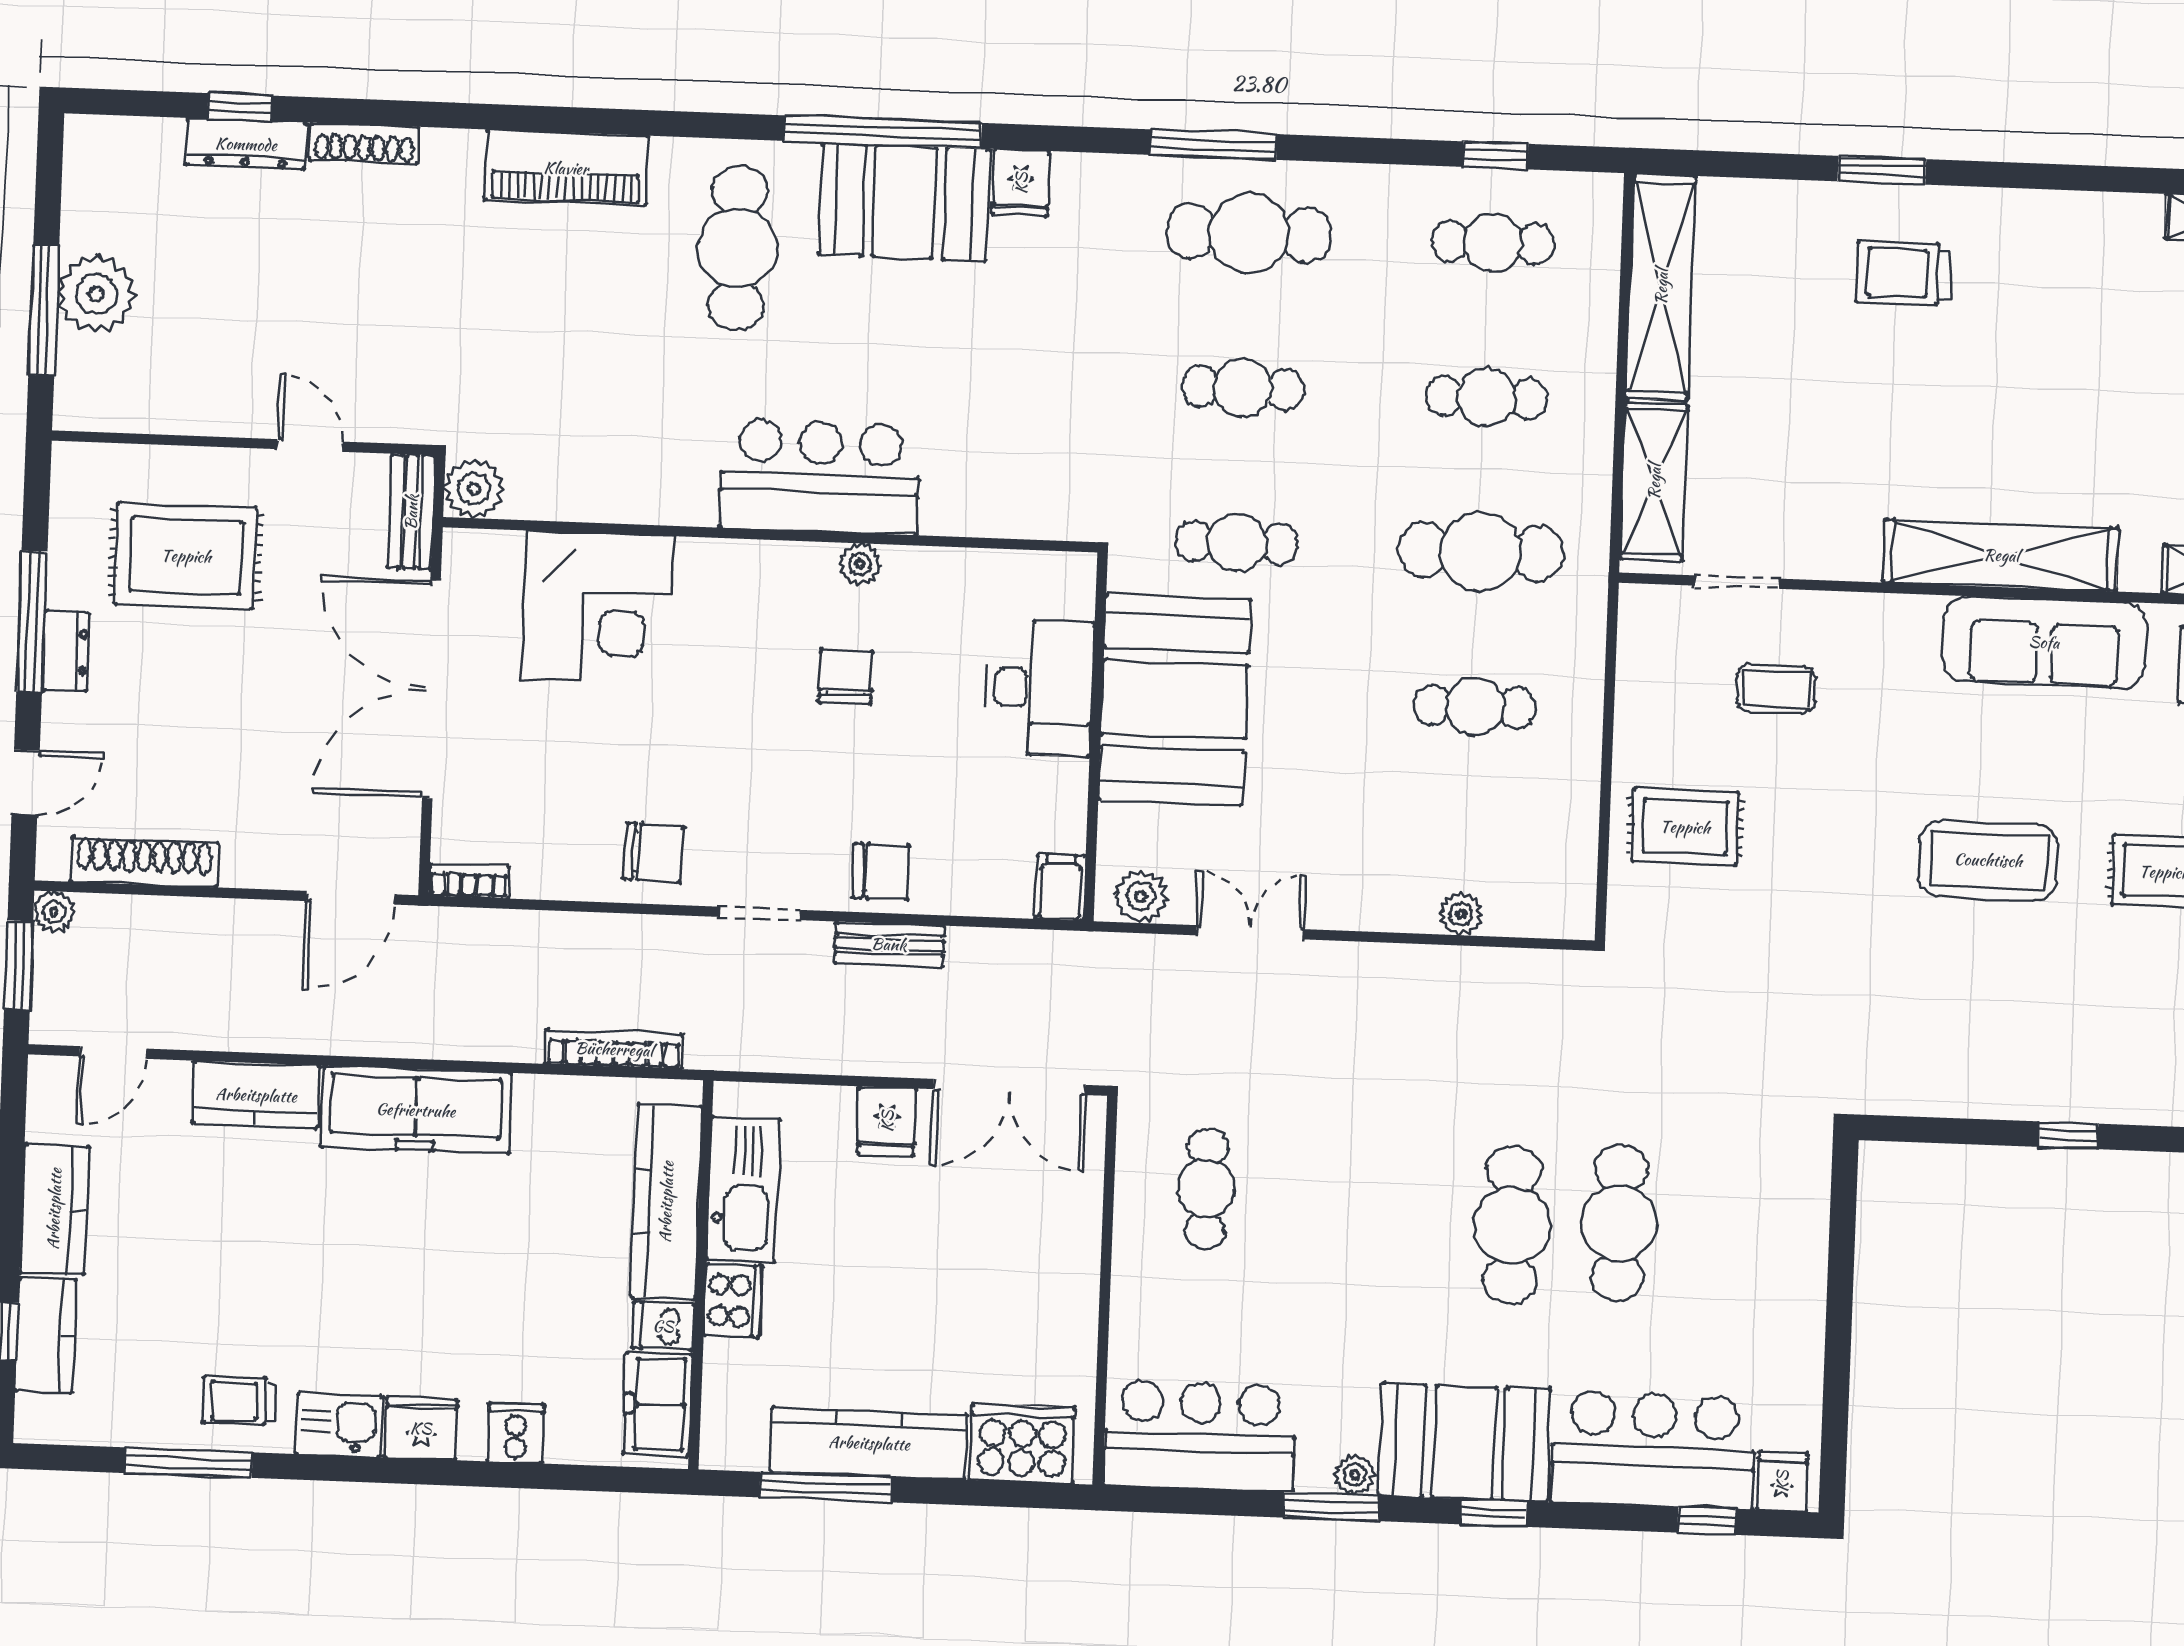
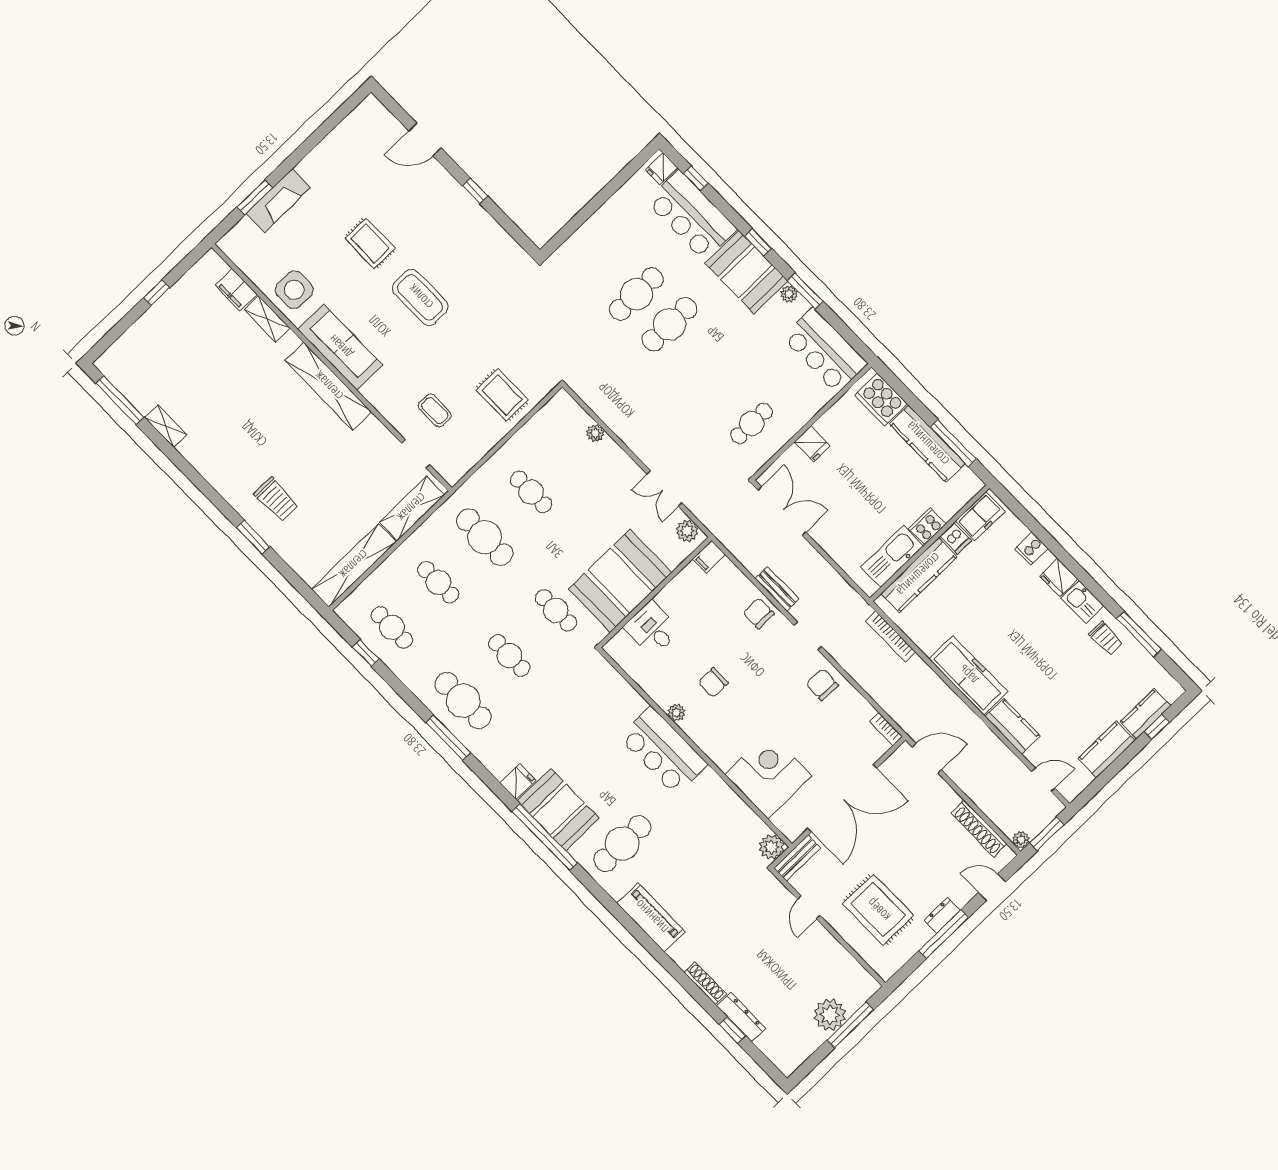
desk: (1039, 688) -> (652, 629), width x0.73
fridge: (887, 1121) -> (812, 444), moved, turned 90

